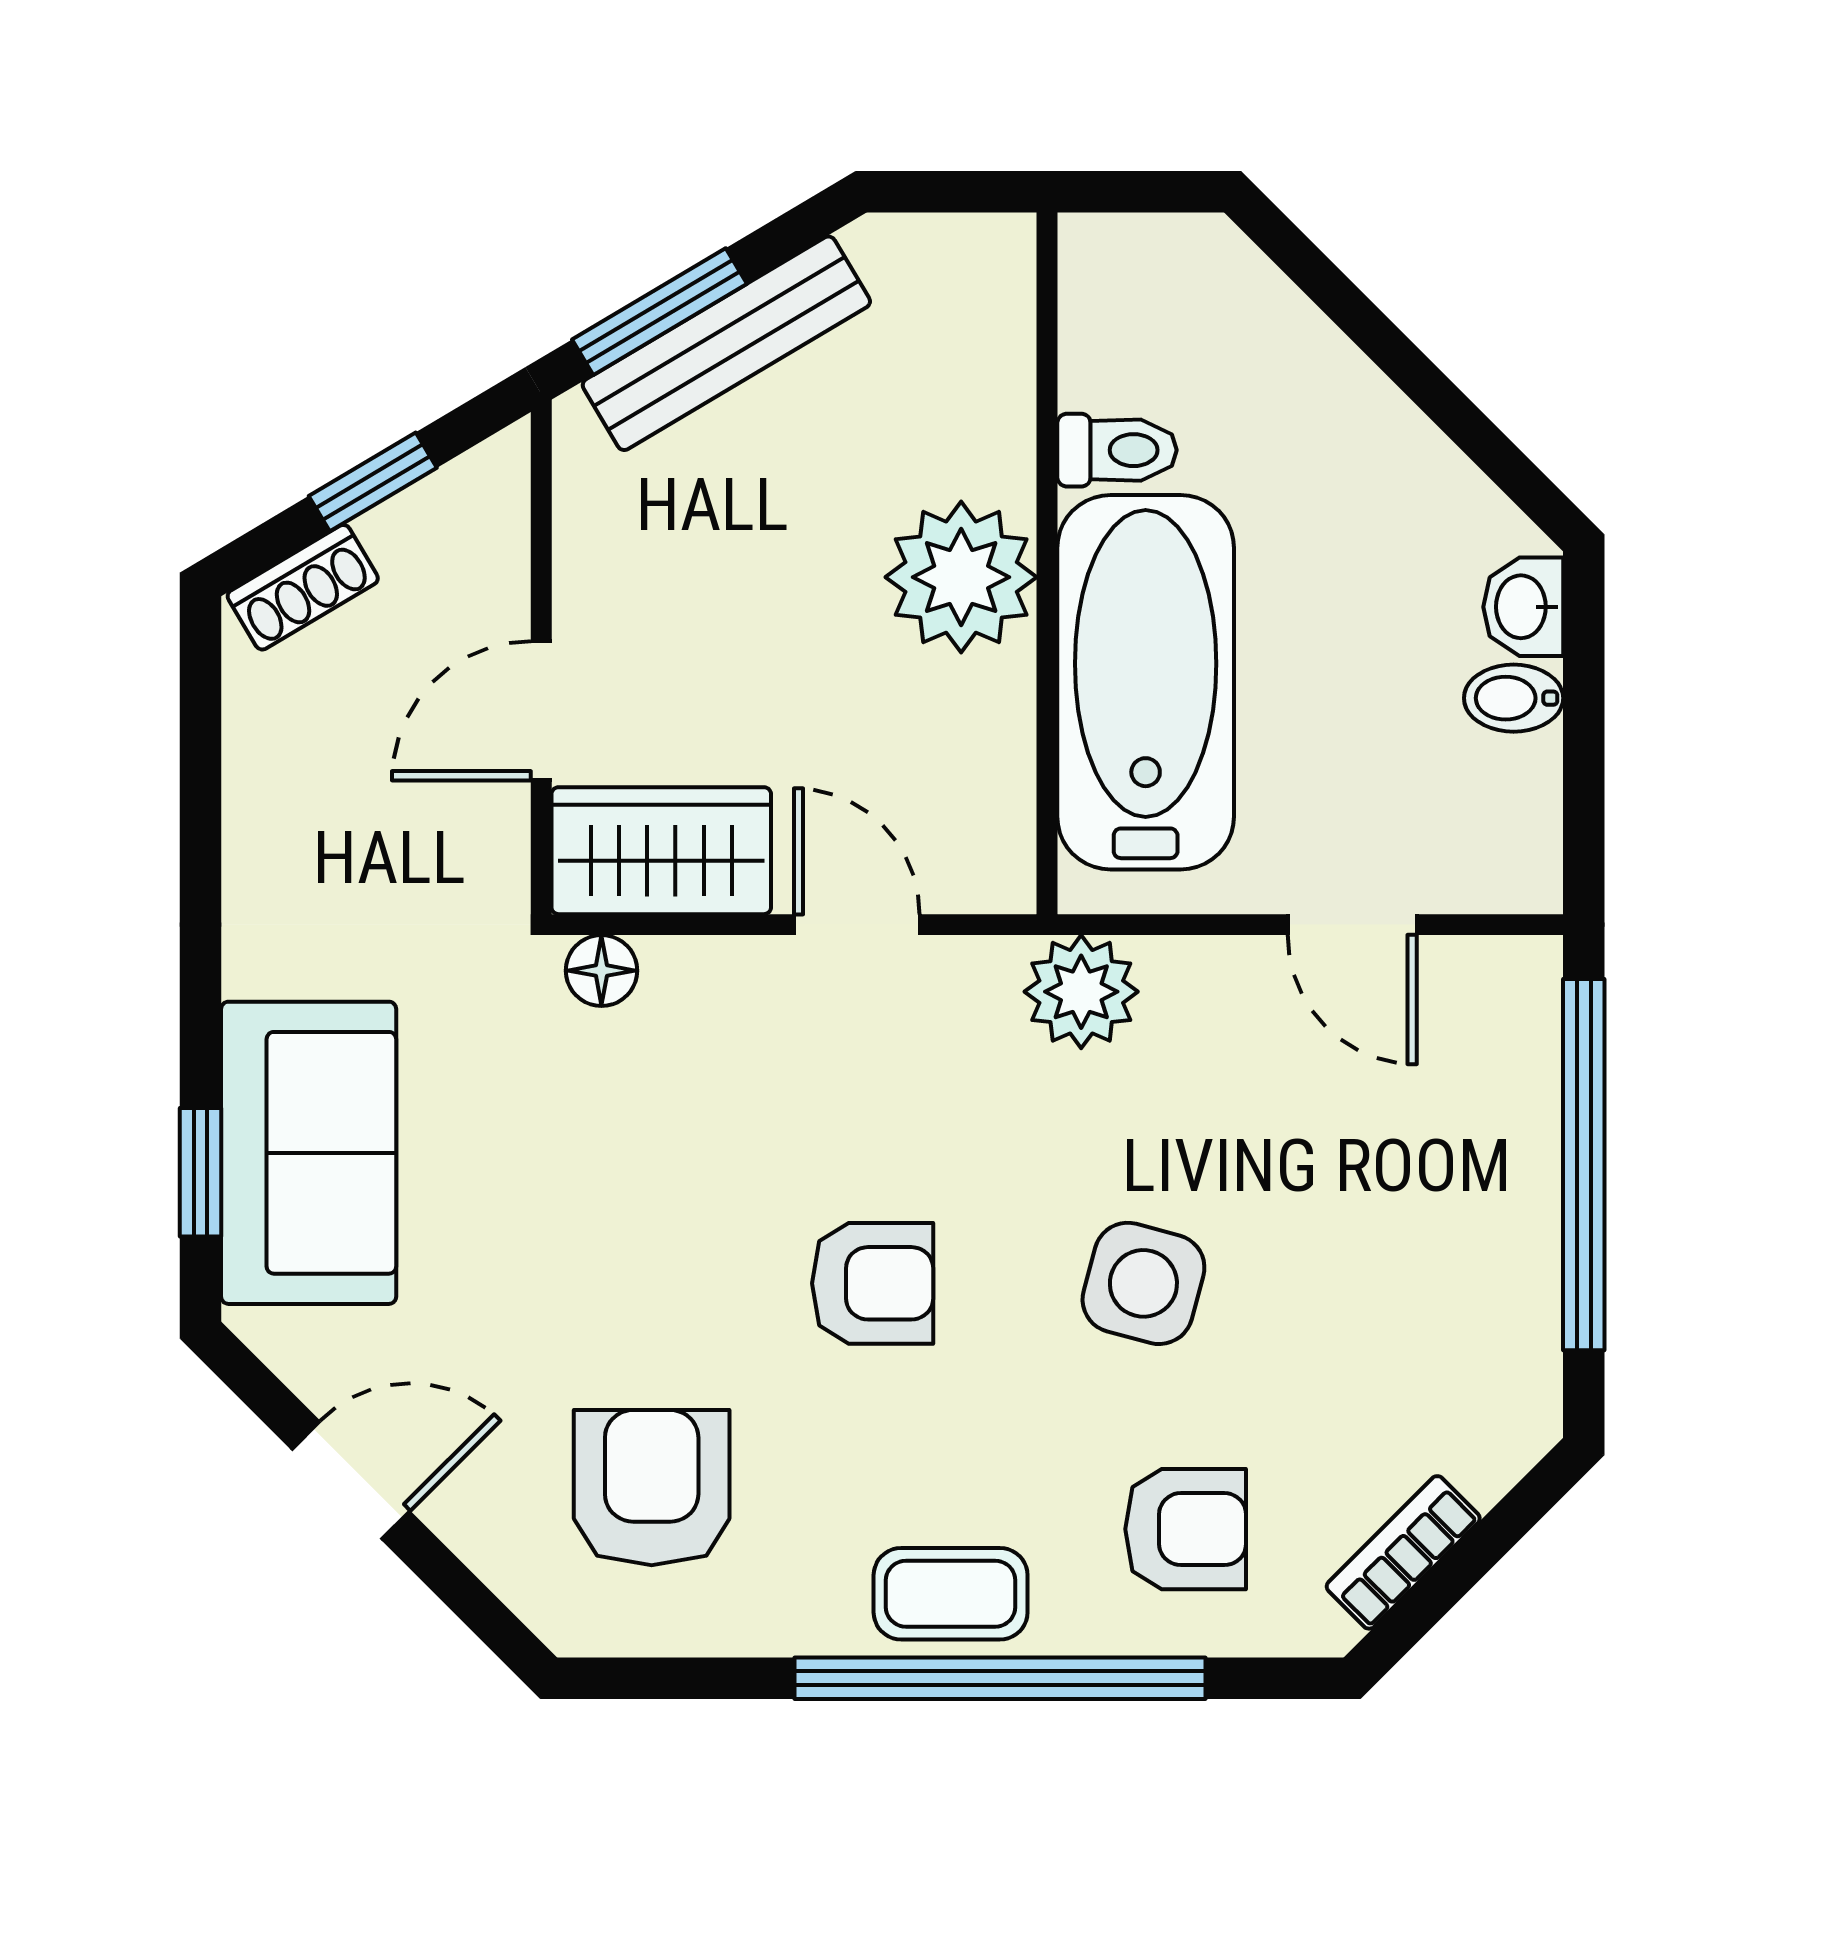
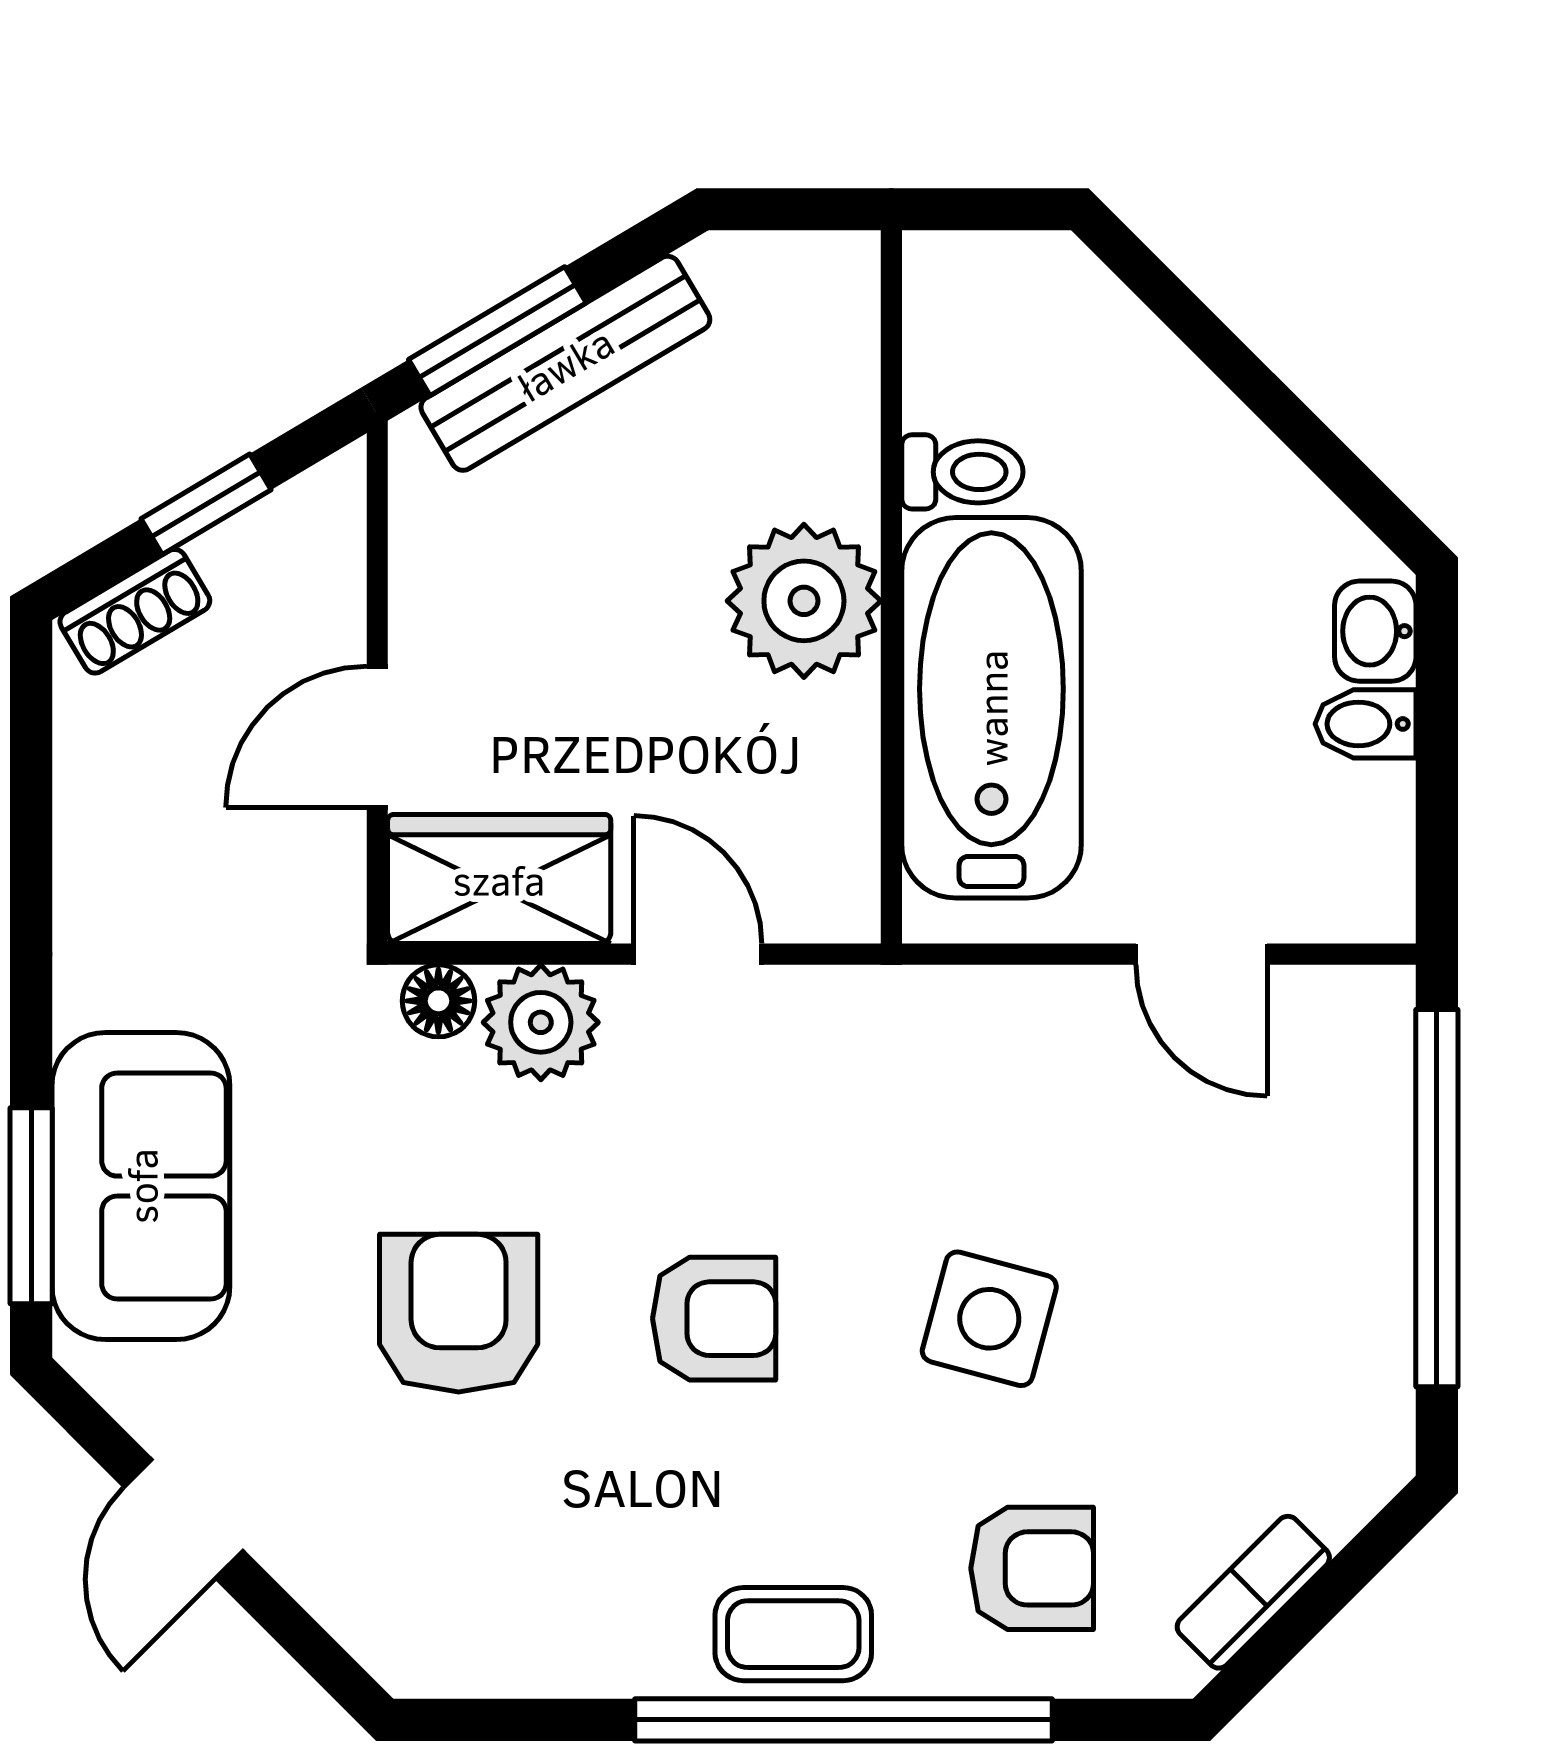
plant: (1081, 992) -> (541, 1022), moved
window: (201, 1172) -> (31, 1206), width x1.50
door: (351, 1480) -> (184, 1519), swing flipped
armchair: (652, 1488) -> (459, 1313), moved

